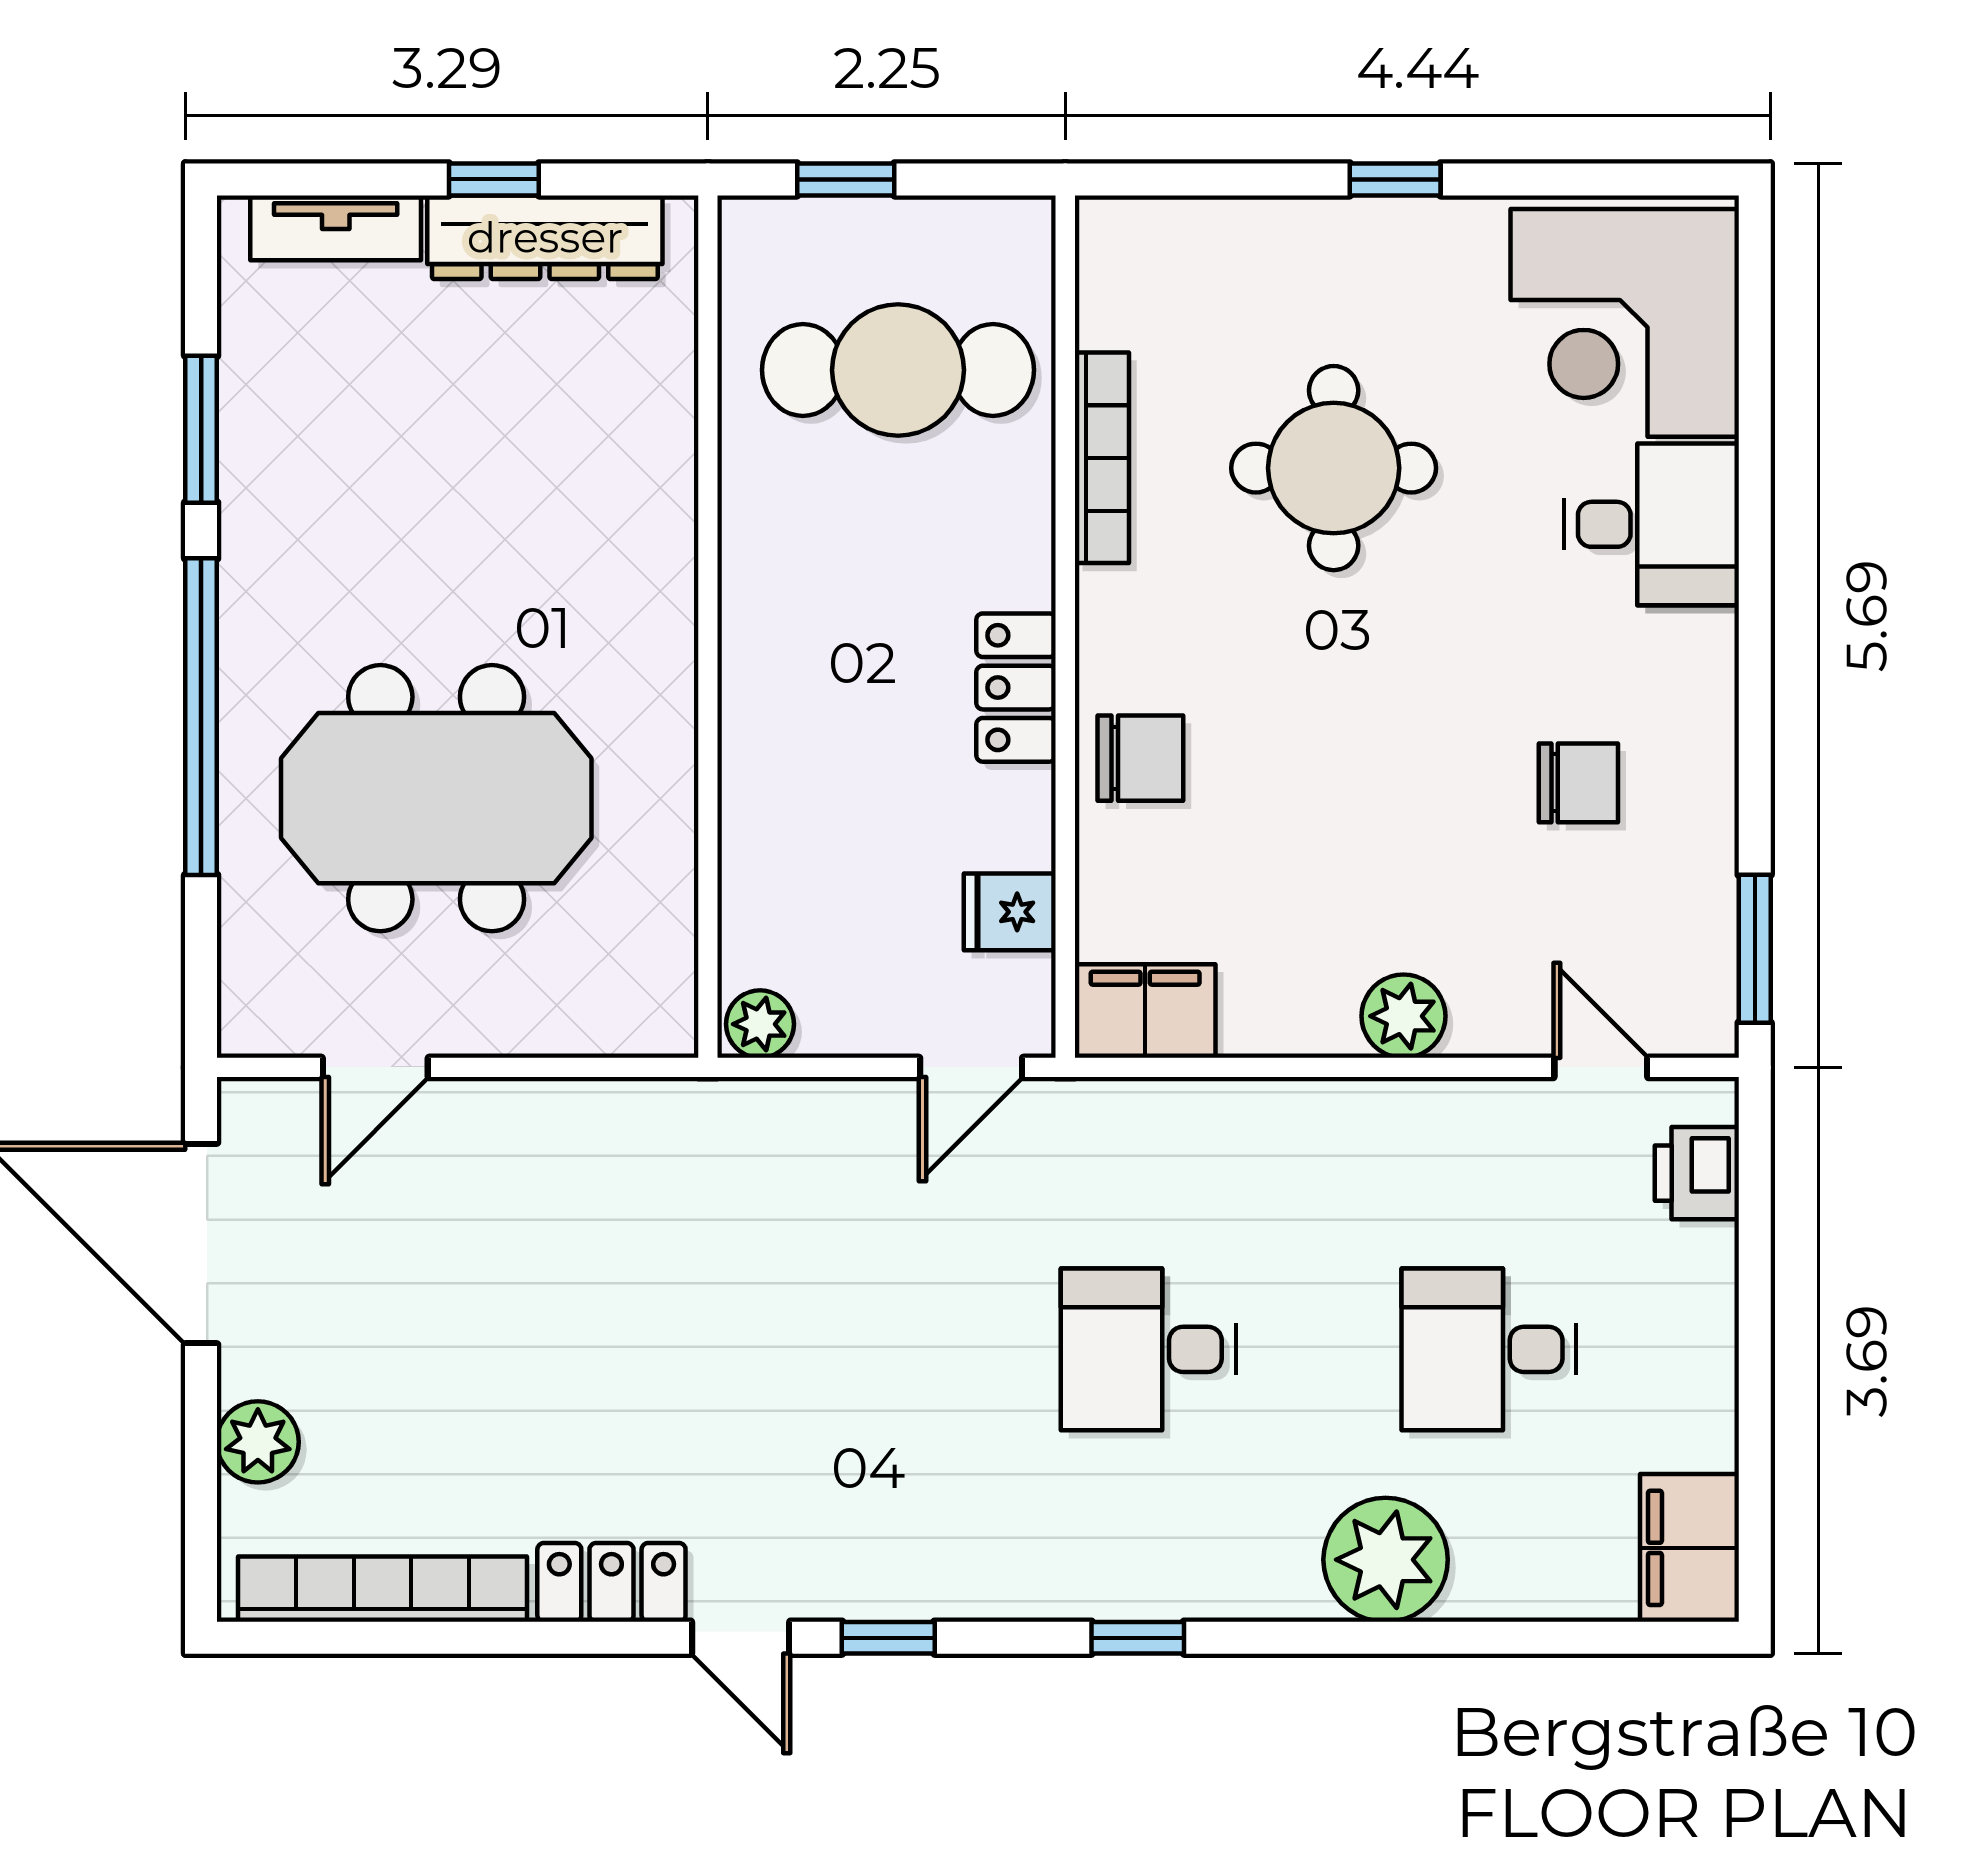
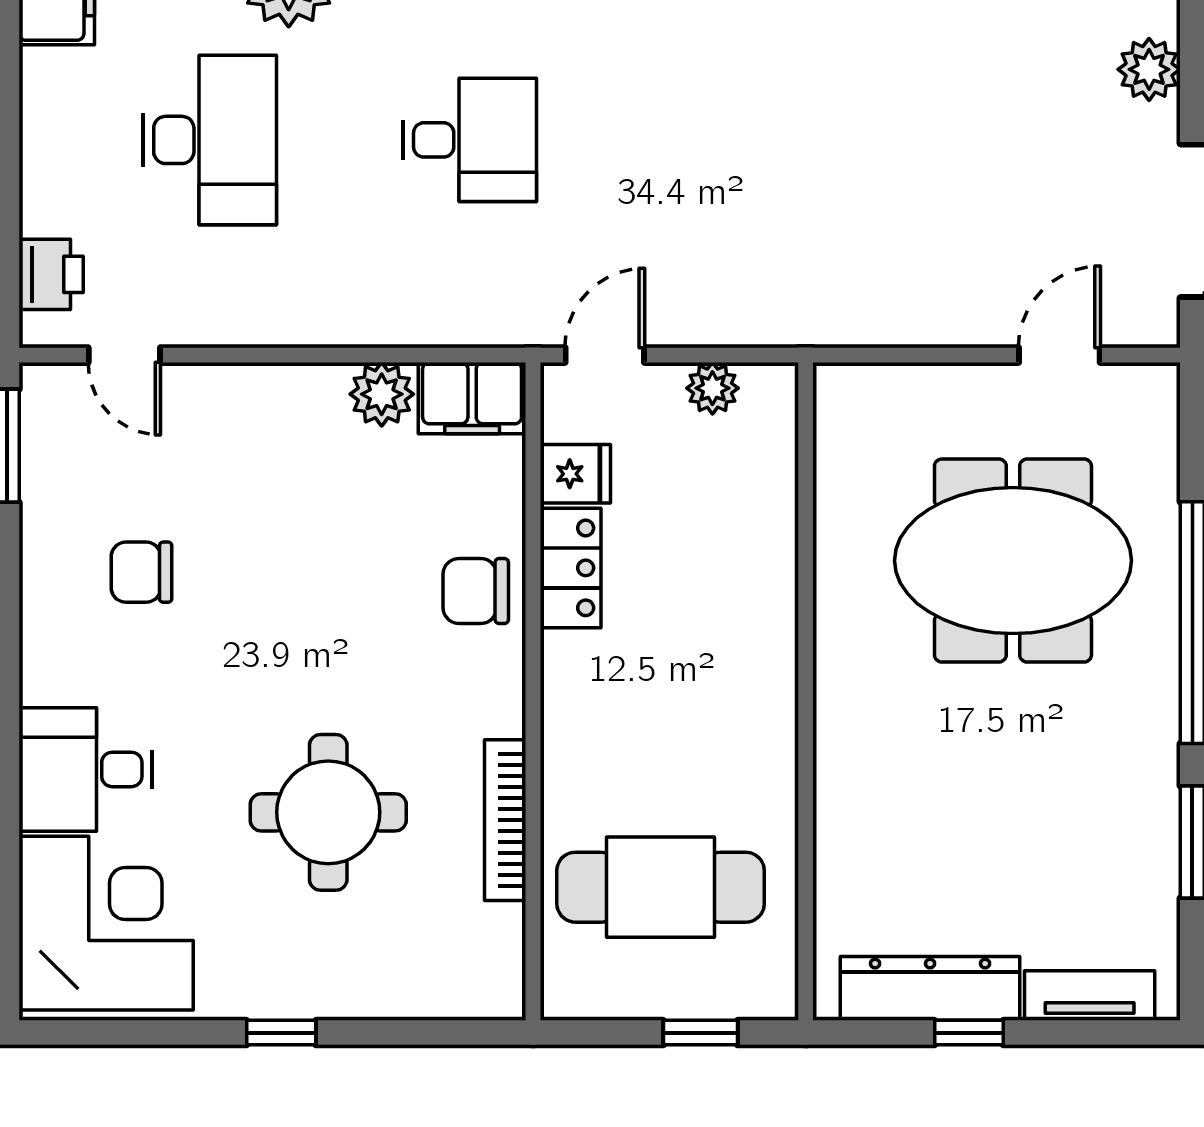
locker: (1016, 688) -> (571, 568), moved
plant: (1403, 1016) -> (382, 394), moved
plant: (760, 1024) -> (712, 388), moved
desk: (1489, 1349) -> (210, 140), width x1.37

